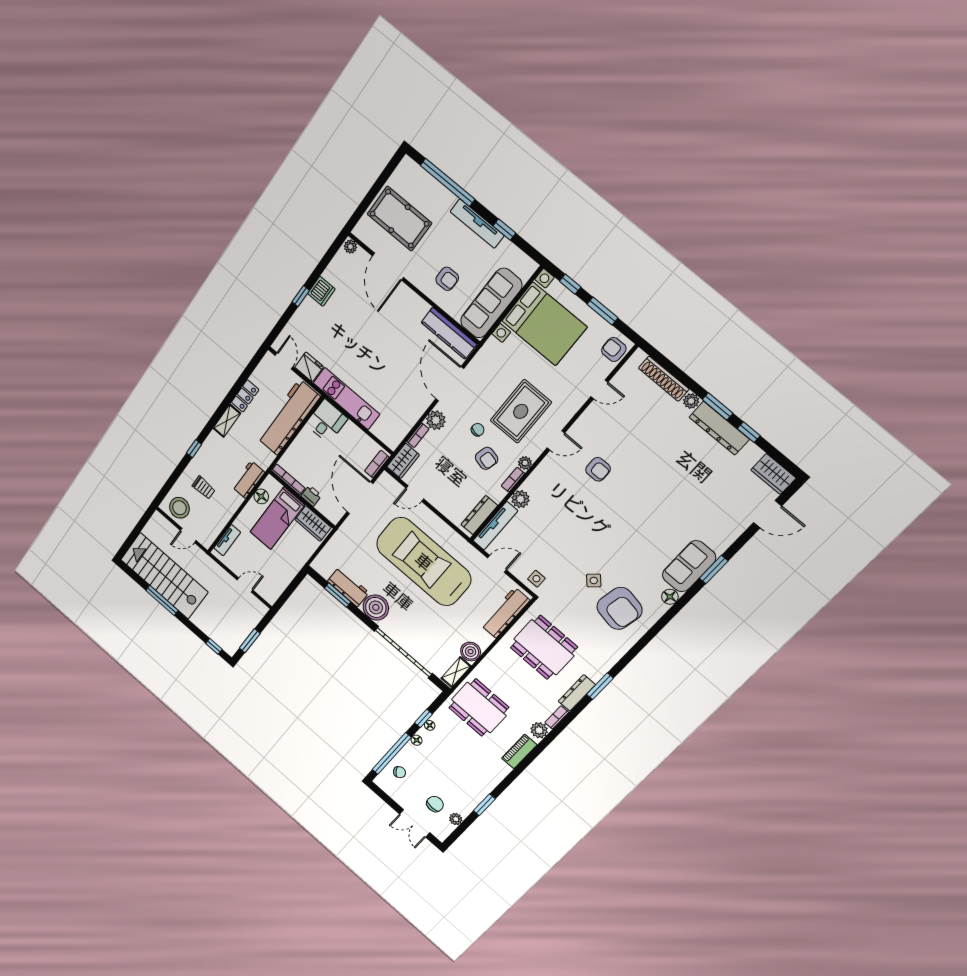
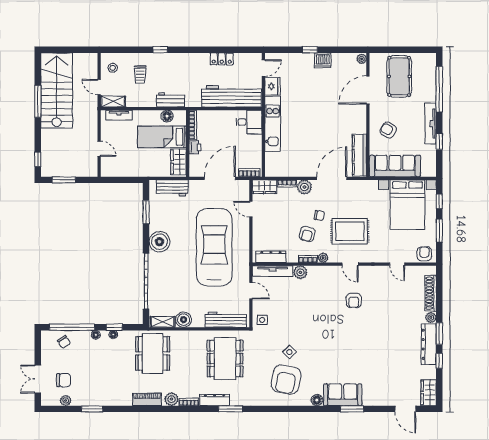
armchair: (447, 279) -> (388, 130), turned 119
shelving: (227, 421) -> (113, 102), moved
stool: (179, 508) -> (113, 68), width x0.53, depth x0.53
workbench: (348, 587) -> (172, 188), moved, turned 90

